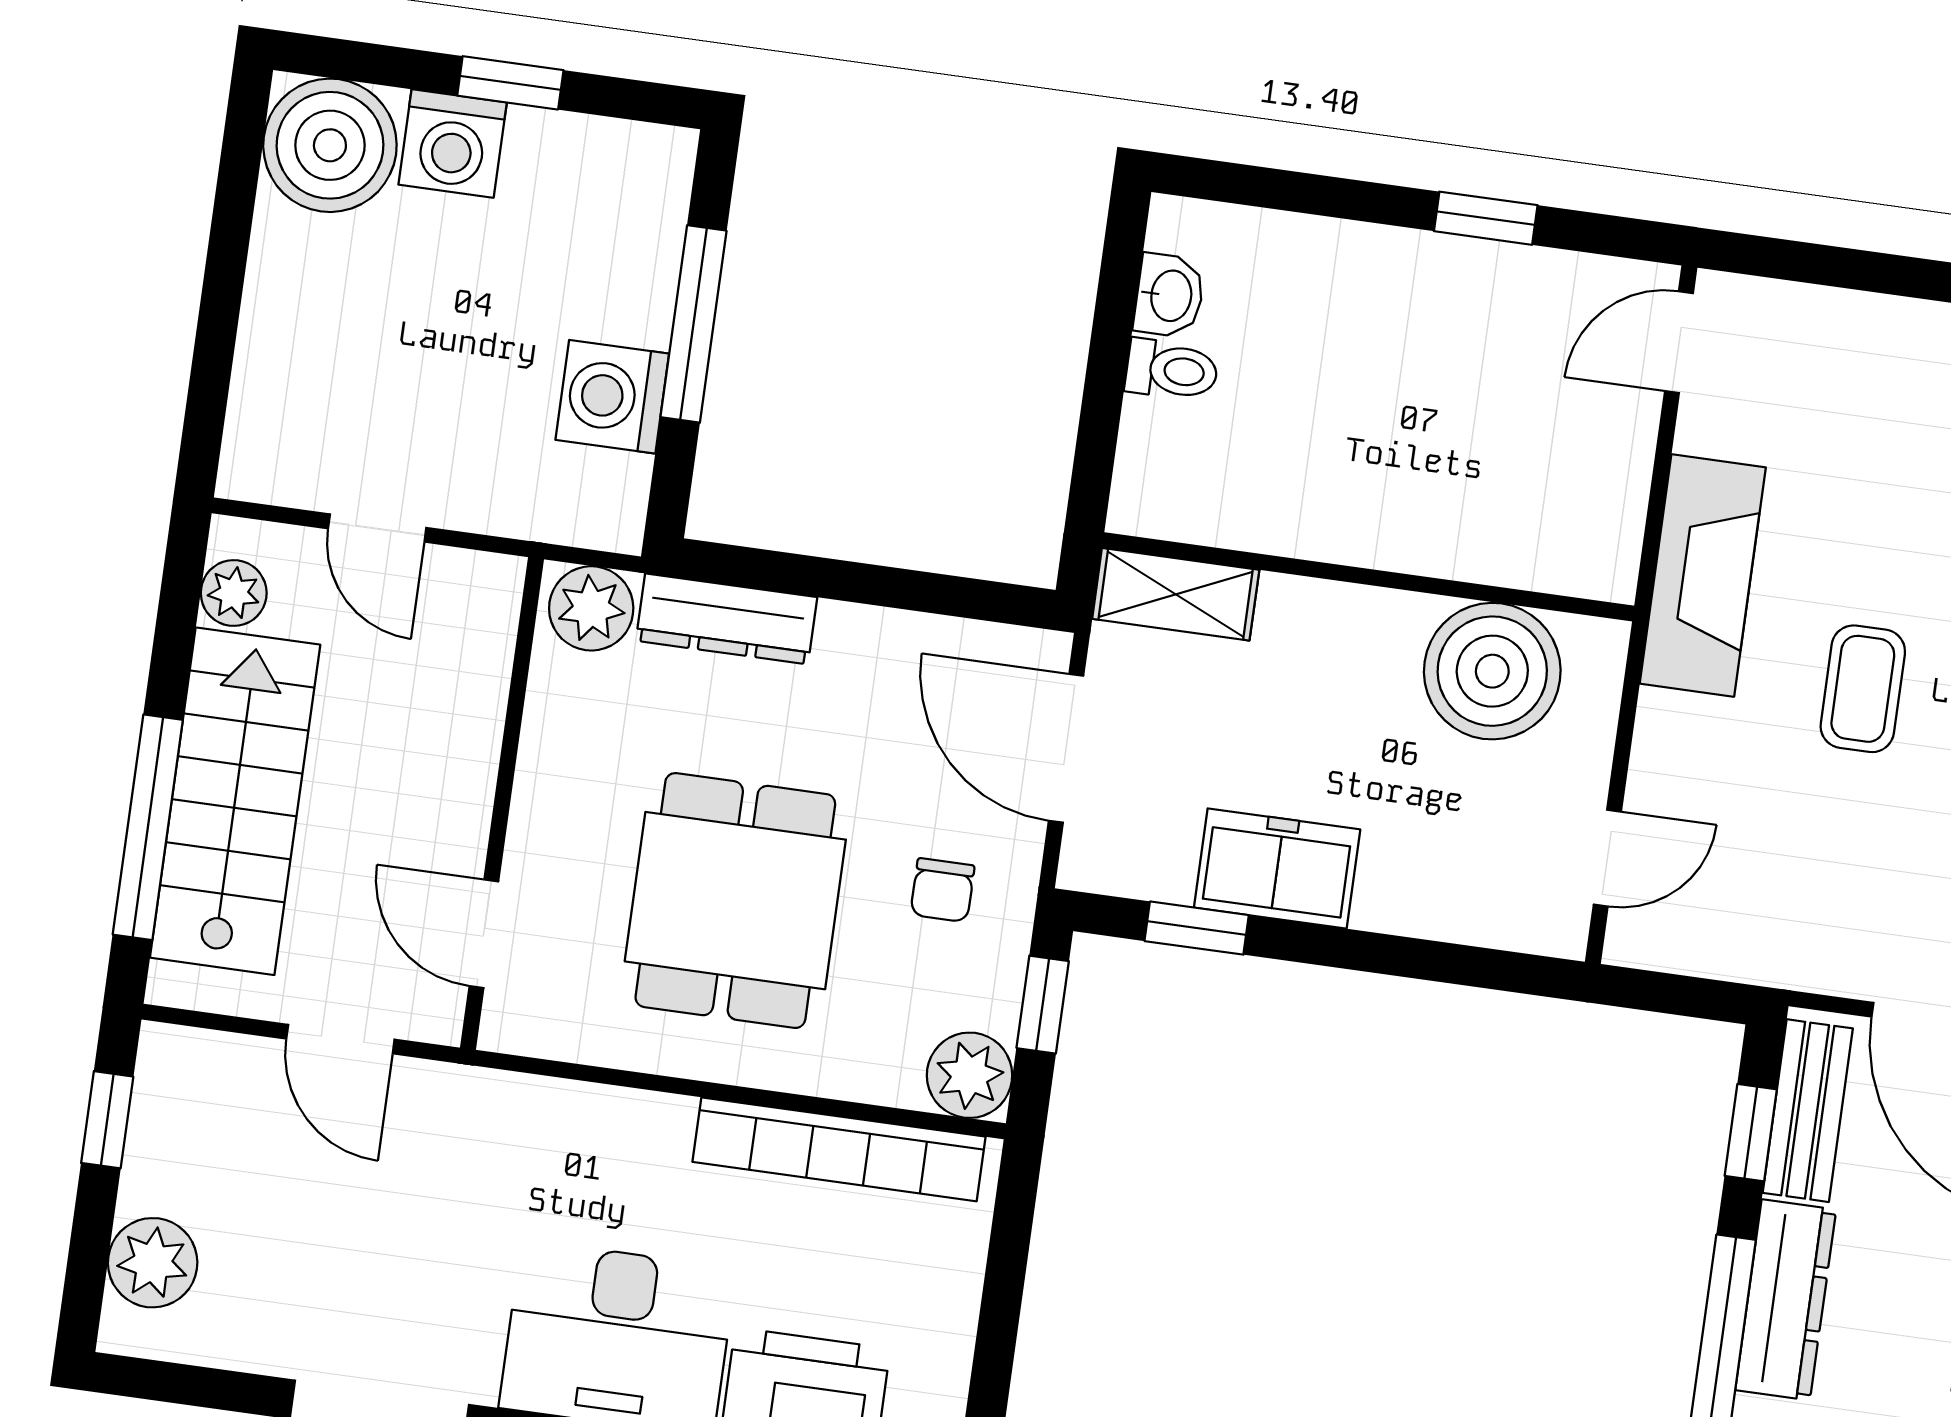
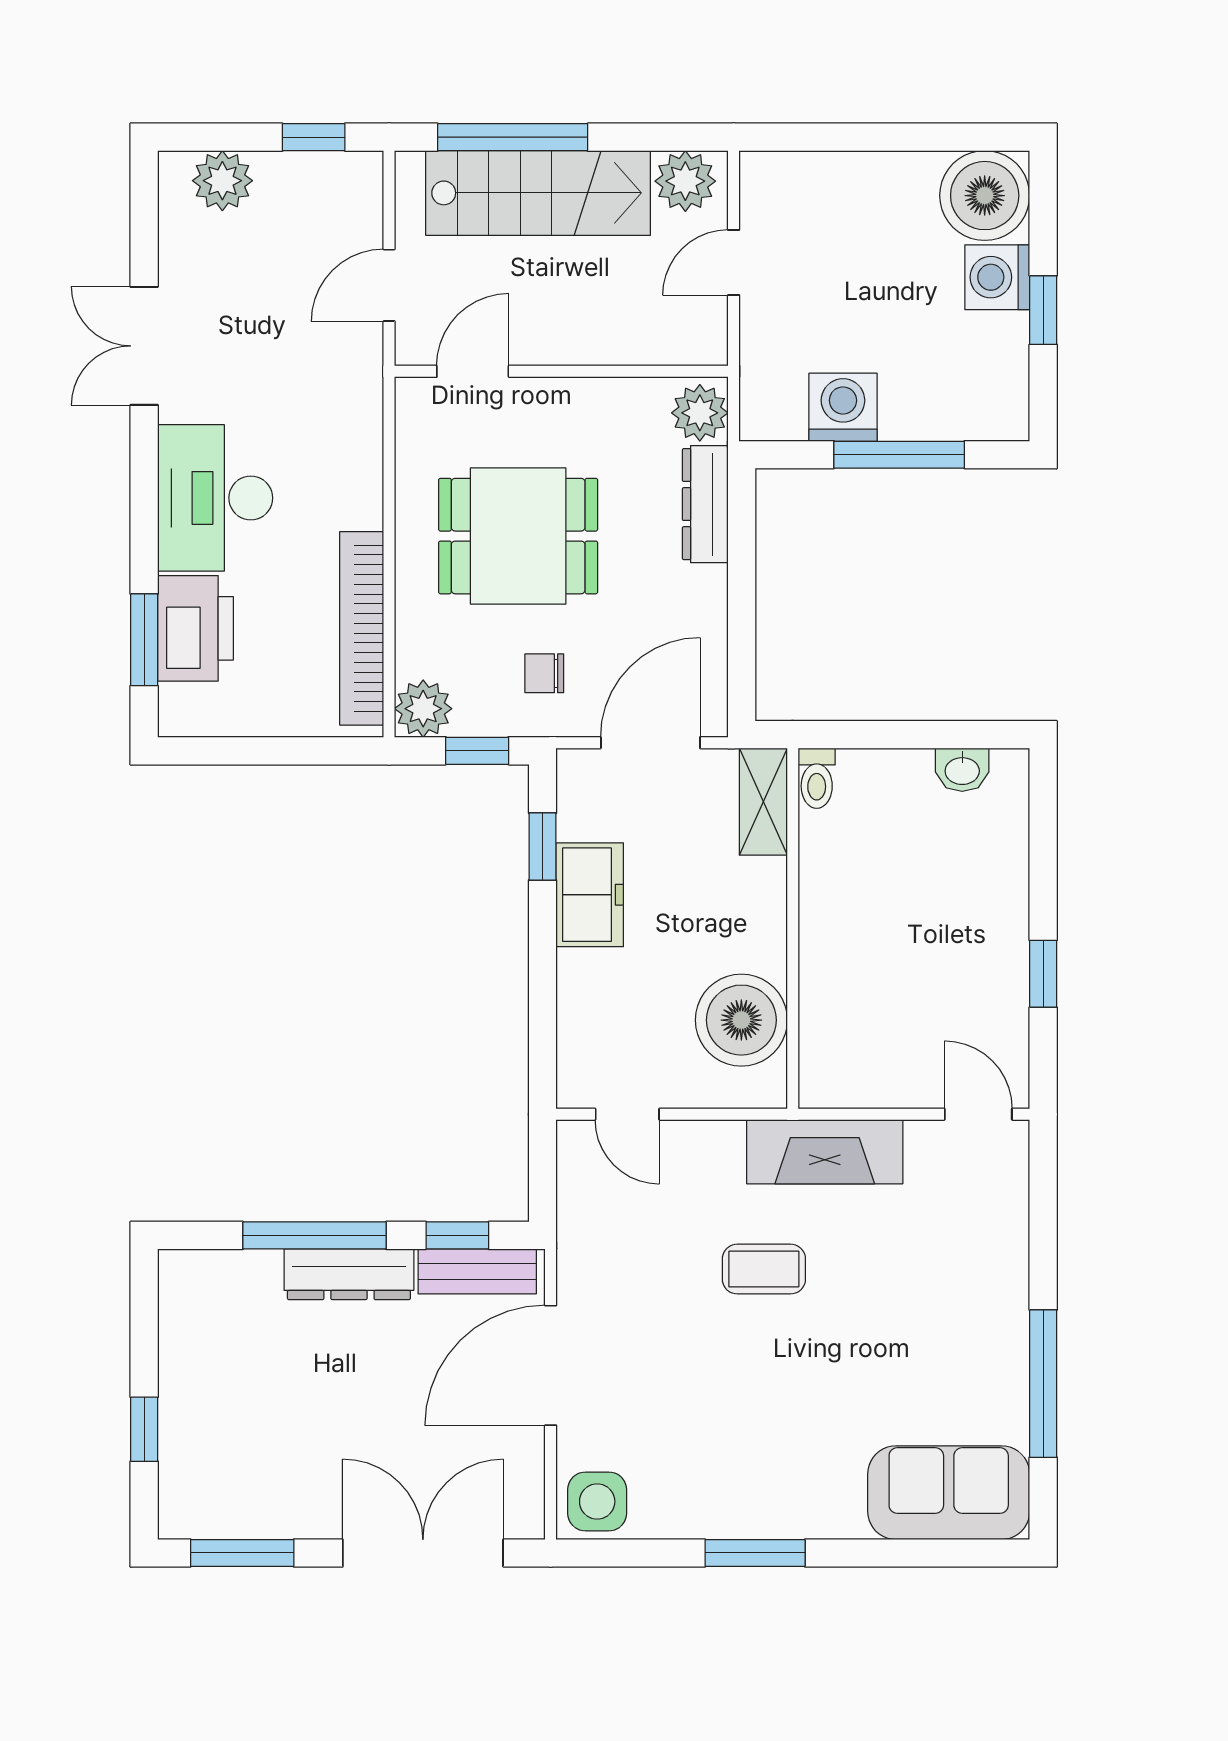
toilet: (1172, 370) -> (817, 778), moved
plant: (234, 593) -> (685, 181), width x1.38, depth x1.38

